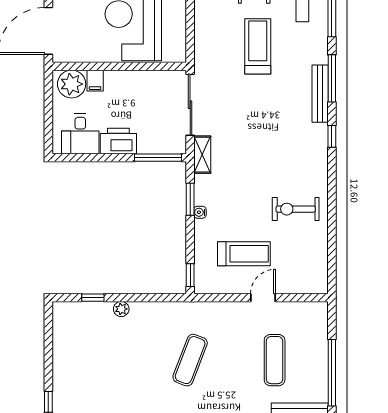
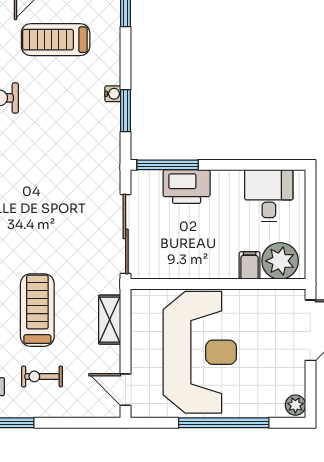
treadmill: (258, 46) -> (37, 310), turned 180
printer: (118, 141) -> (187, 187), moved
shelving: (202, 155) -> (110, 320), moved

